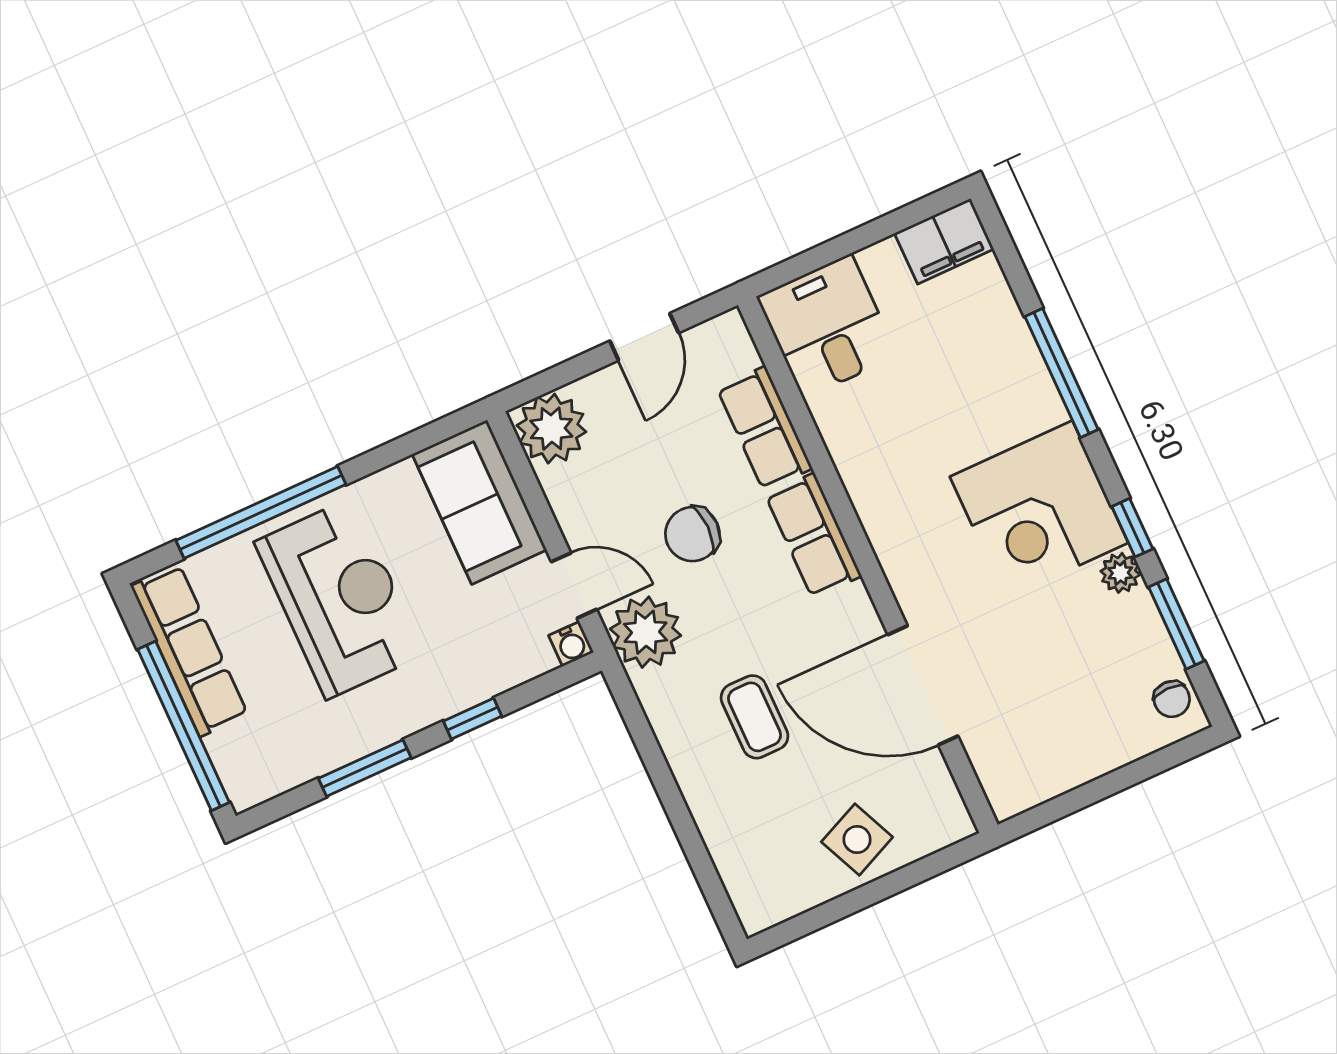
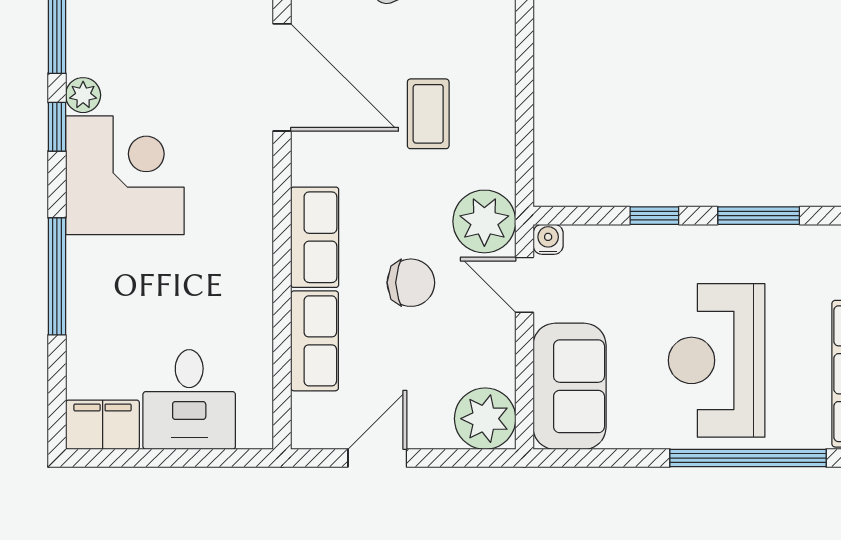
desk: (827, 326) -> (189, 400), moved

